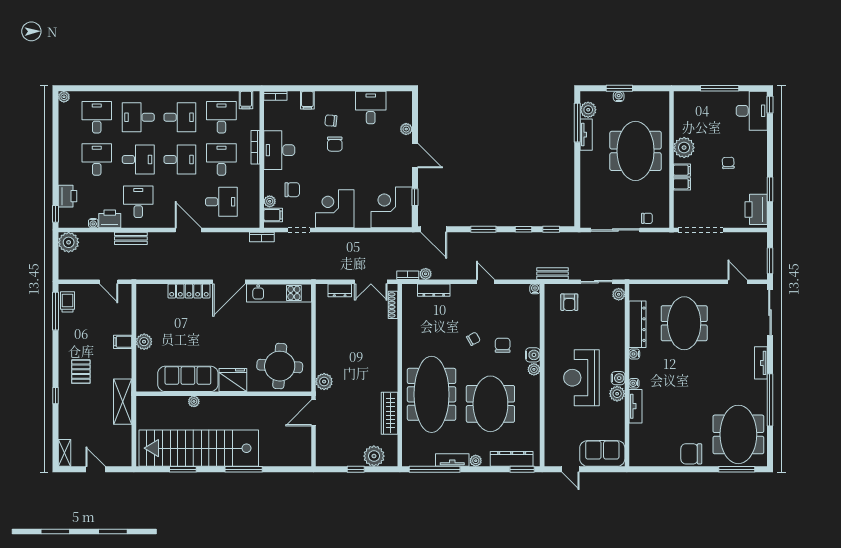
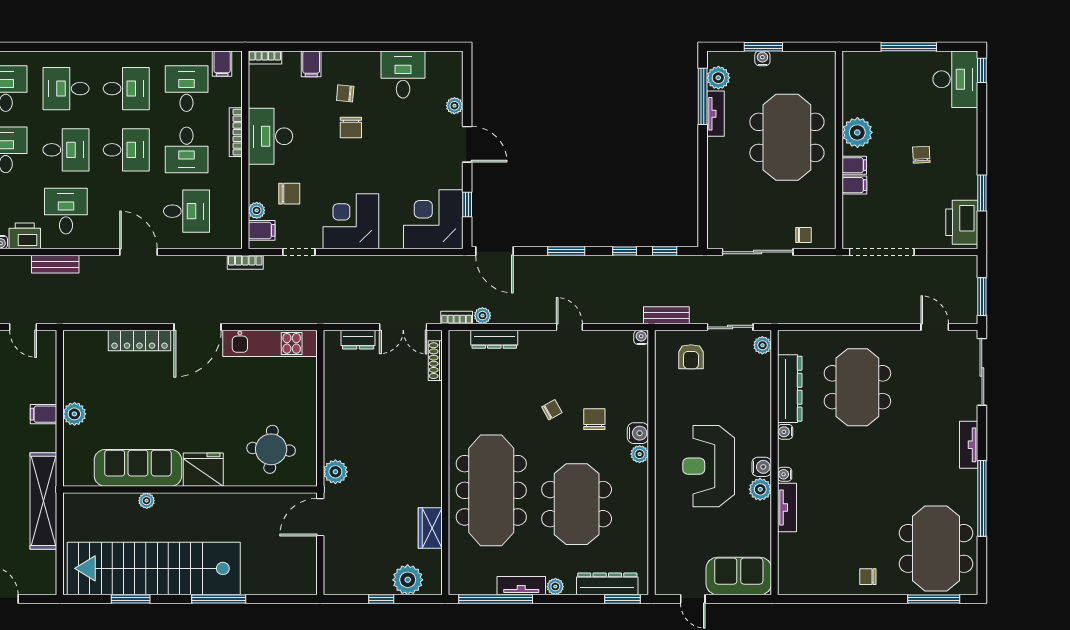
desk: (221, 160) -> (187, 150), turned 180
round table: (280, 366) -> (271, 449), width x0.73, depth x0.73
shelving: (123, 402) -> (43, 501), width x1.47
wardrobe: (390, 413) -> (430, 528), width x0.67
chair: (691, 454) -> (868, 577), width x0.54, depth x0.54

